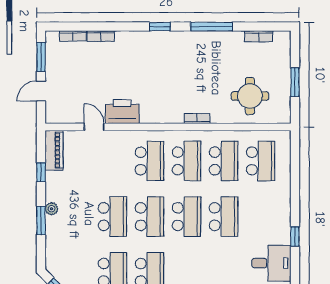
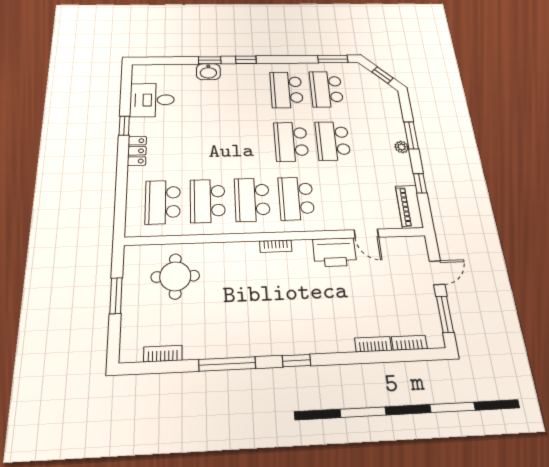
bookcase: (197, 119) -> (276, 246), moved
locker: (283, 211) -> (137, 151), added
school desk: (186, 217) -> (249, 143), removed
school desk: (224, 217) -> (206, 143), removed

